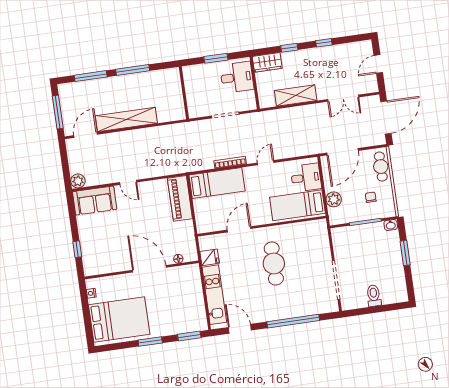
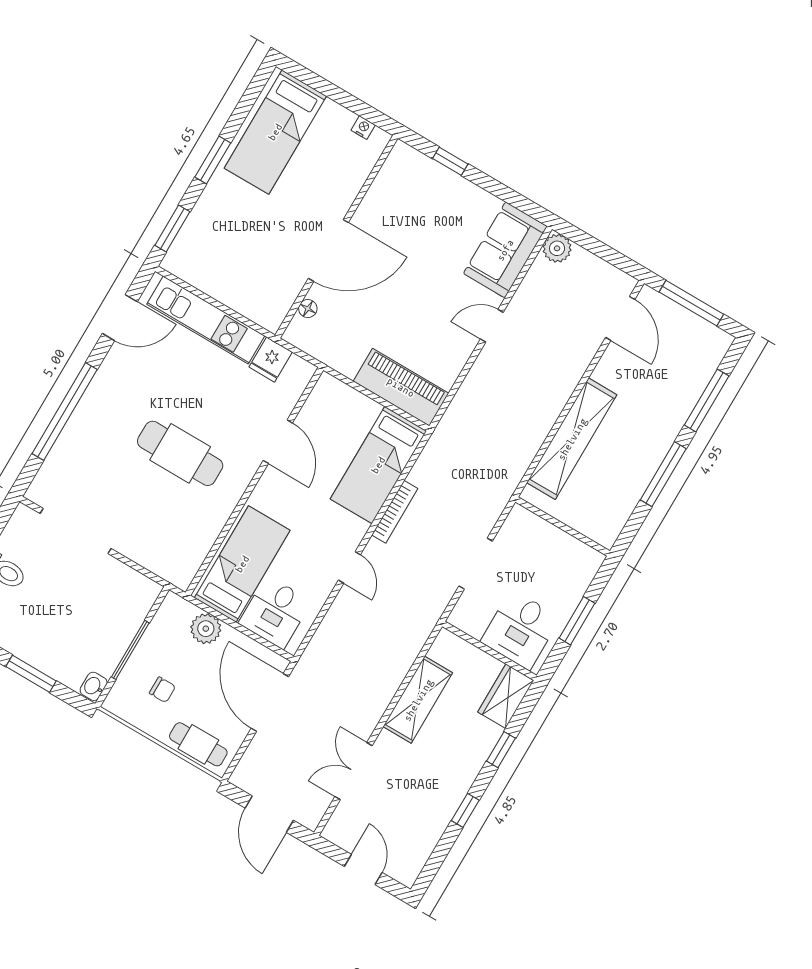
door: (386, 118) -> (269, 814), width x0.73
shelving: (126, 119) -> (572, 439), moved
bed: (119, 320) -> (275, 132), width x0.67

